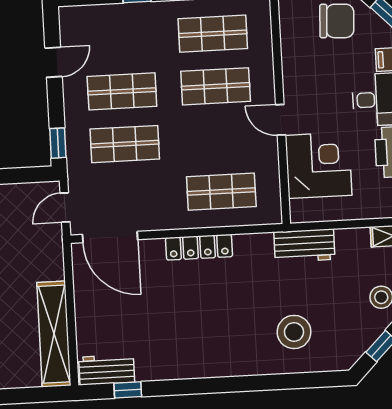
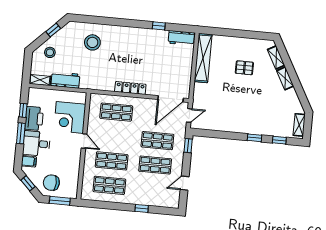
door: (110, 237) -> (171, 99), swing flipped
workbench: (304, 246) -> (65, 80), moved
window: (128, 390) -> (159, 26), moved

